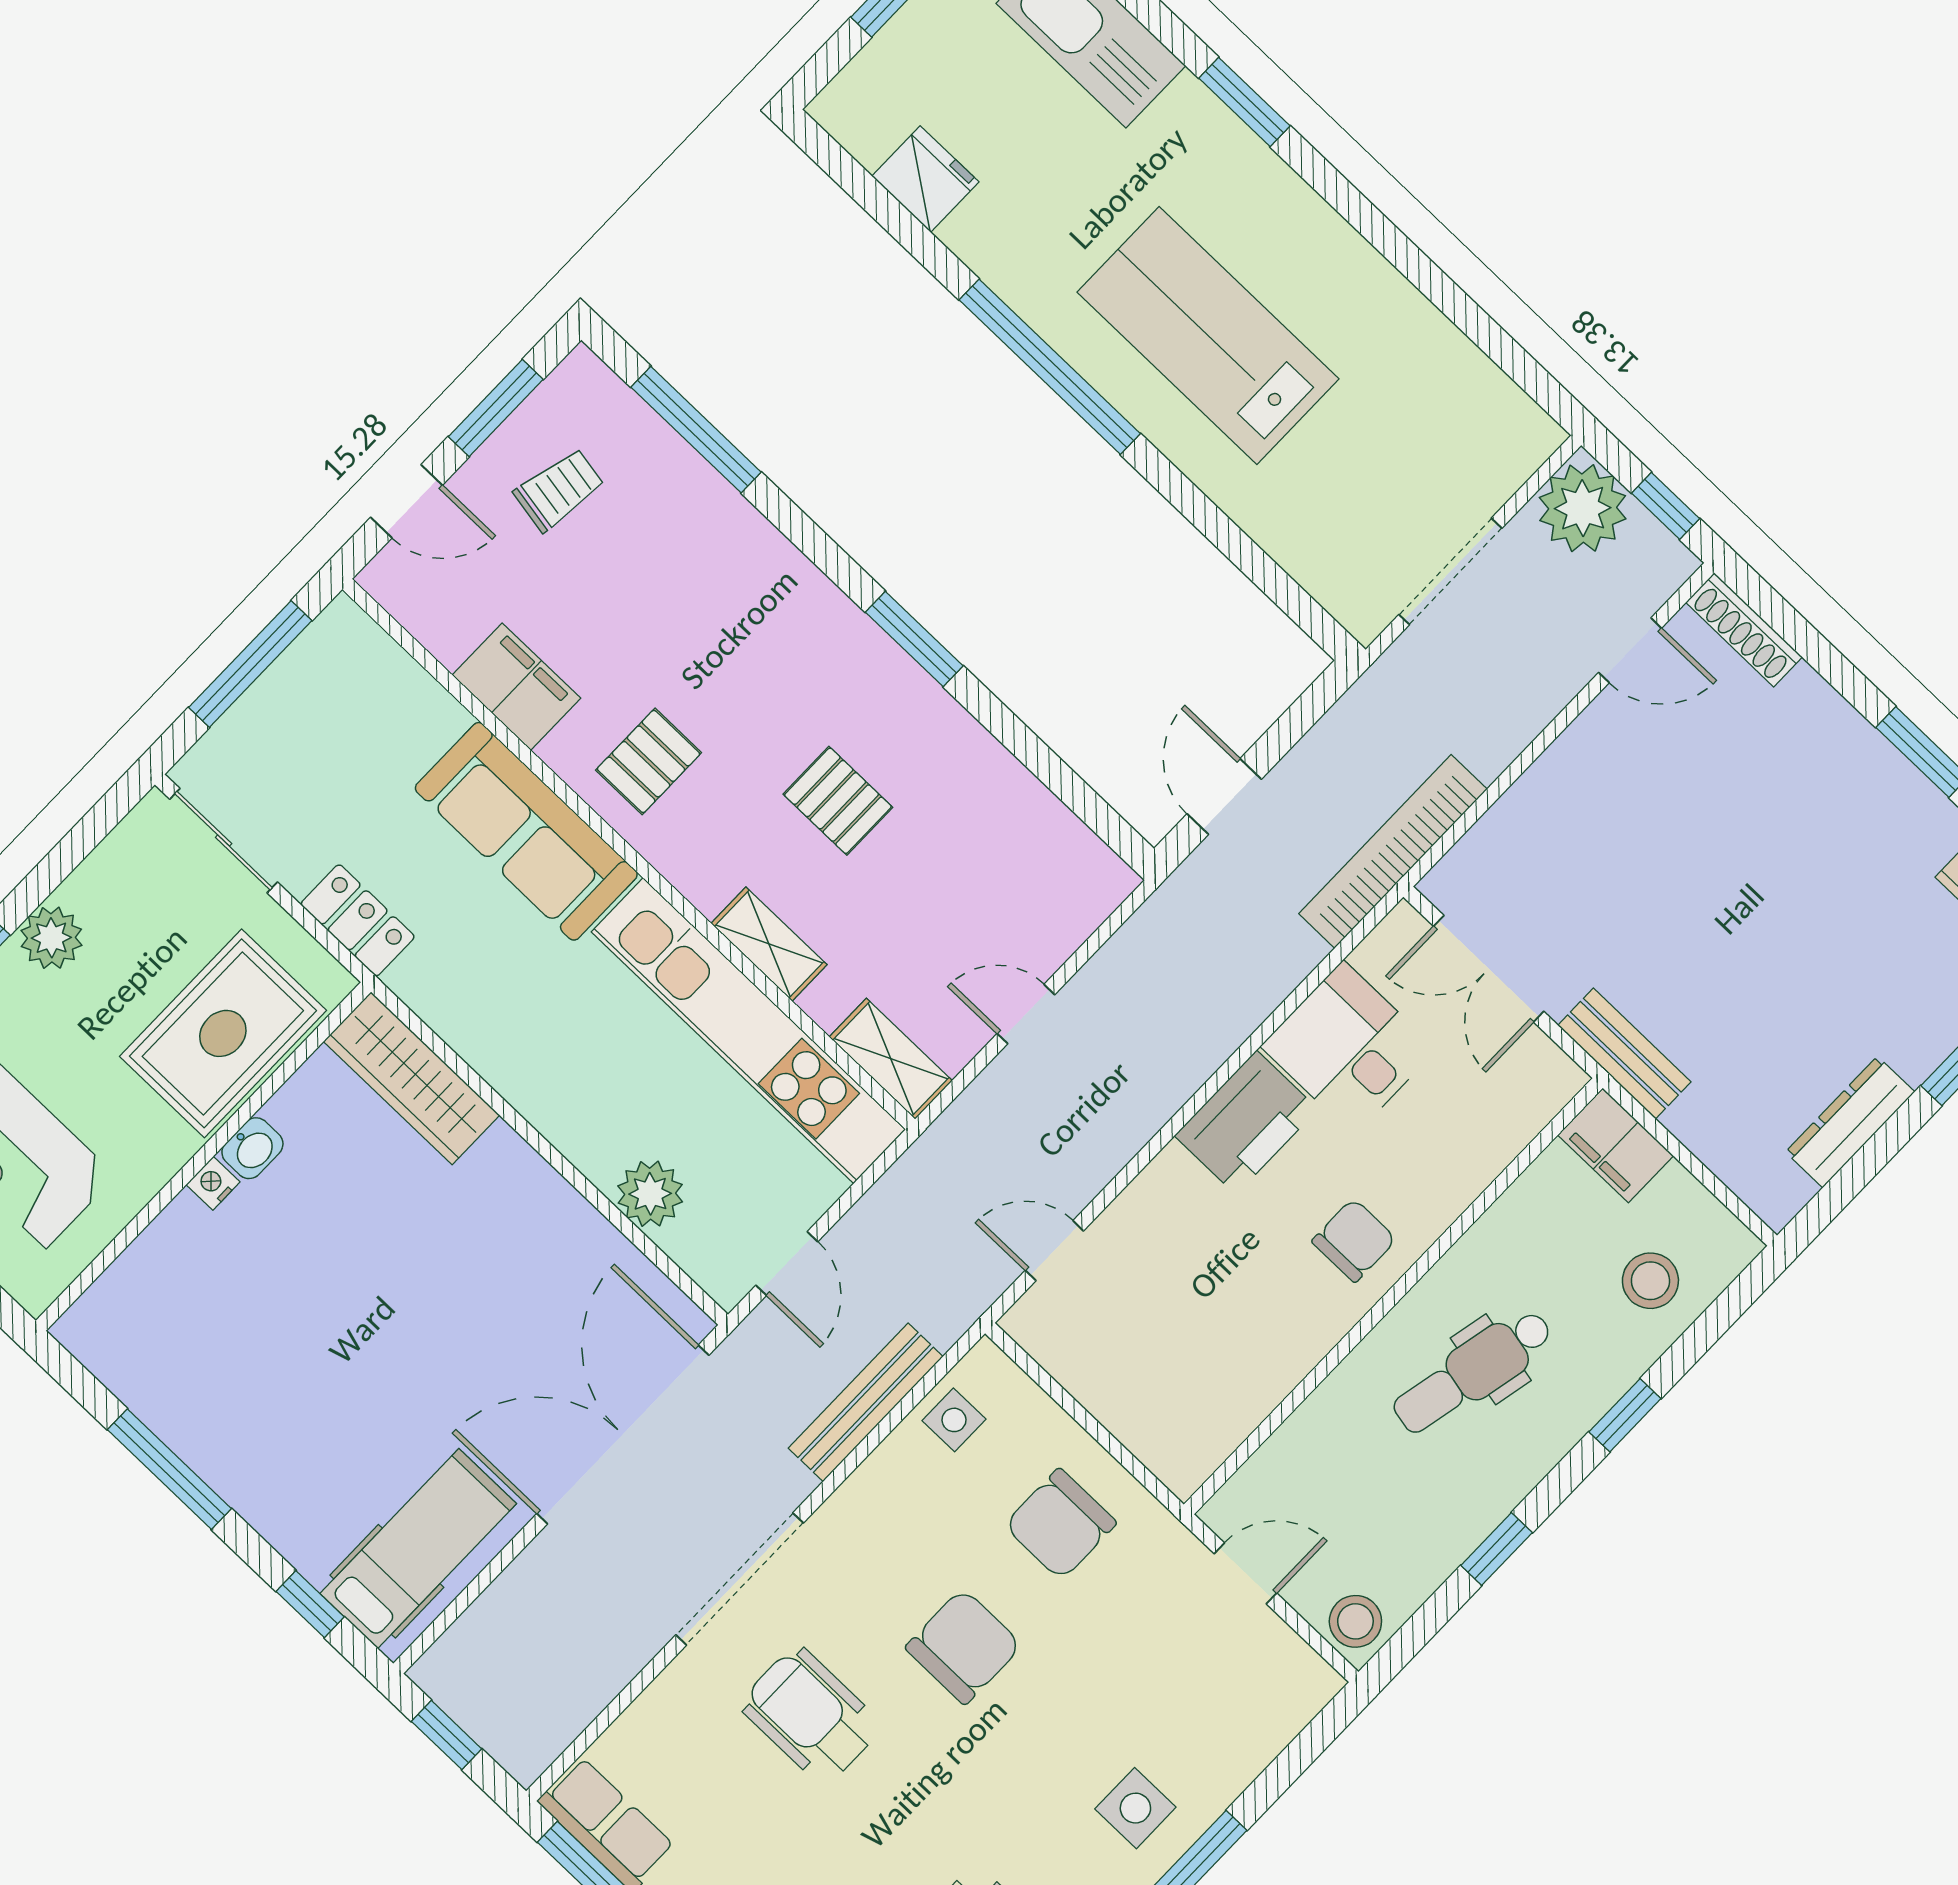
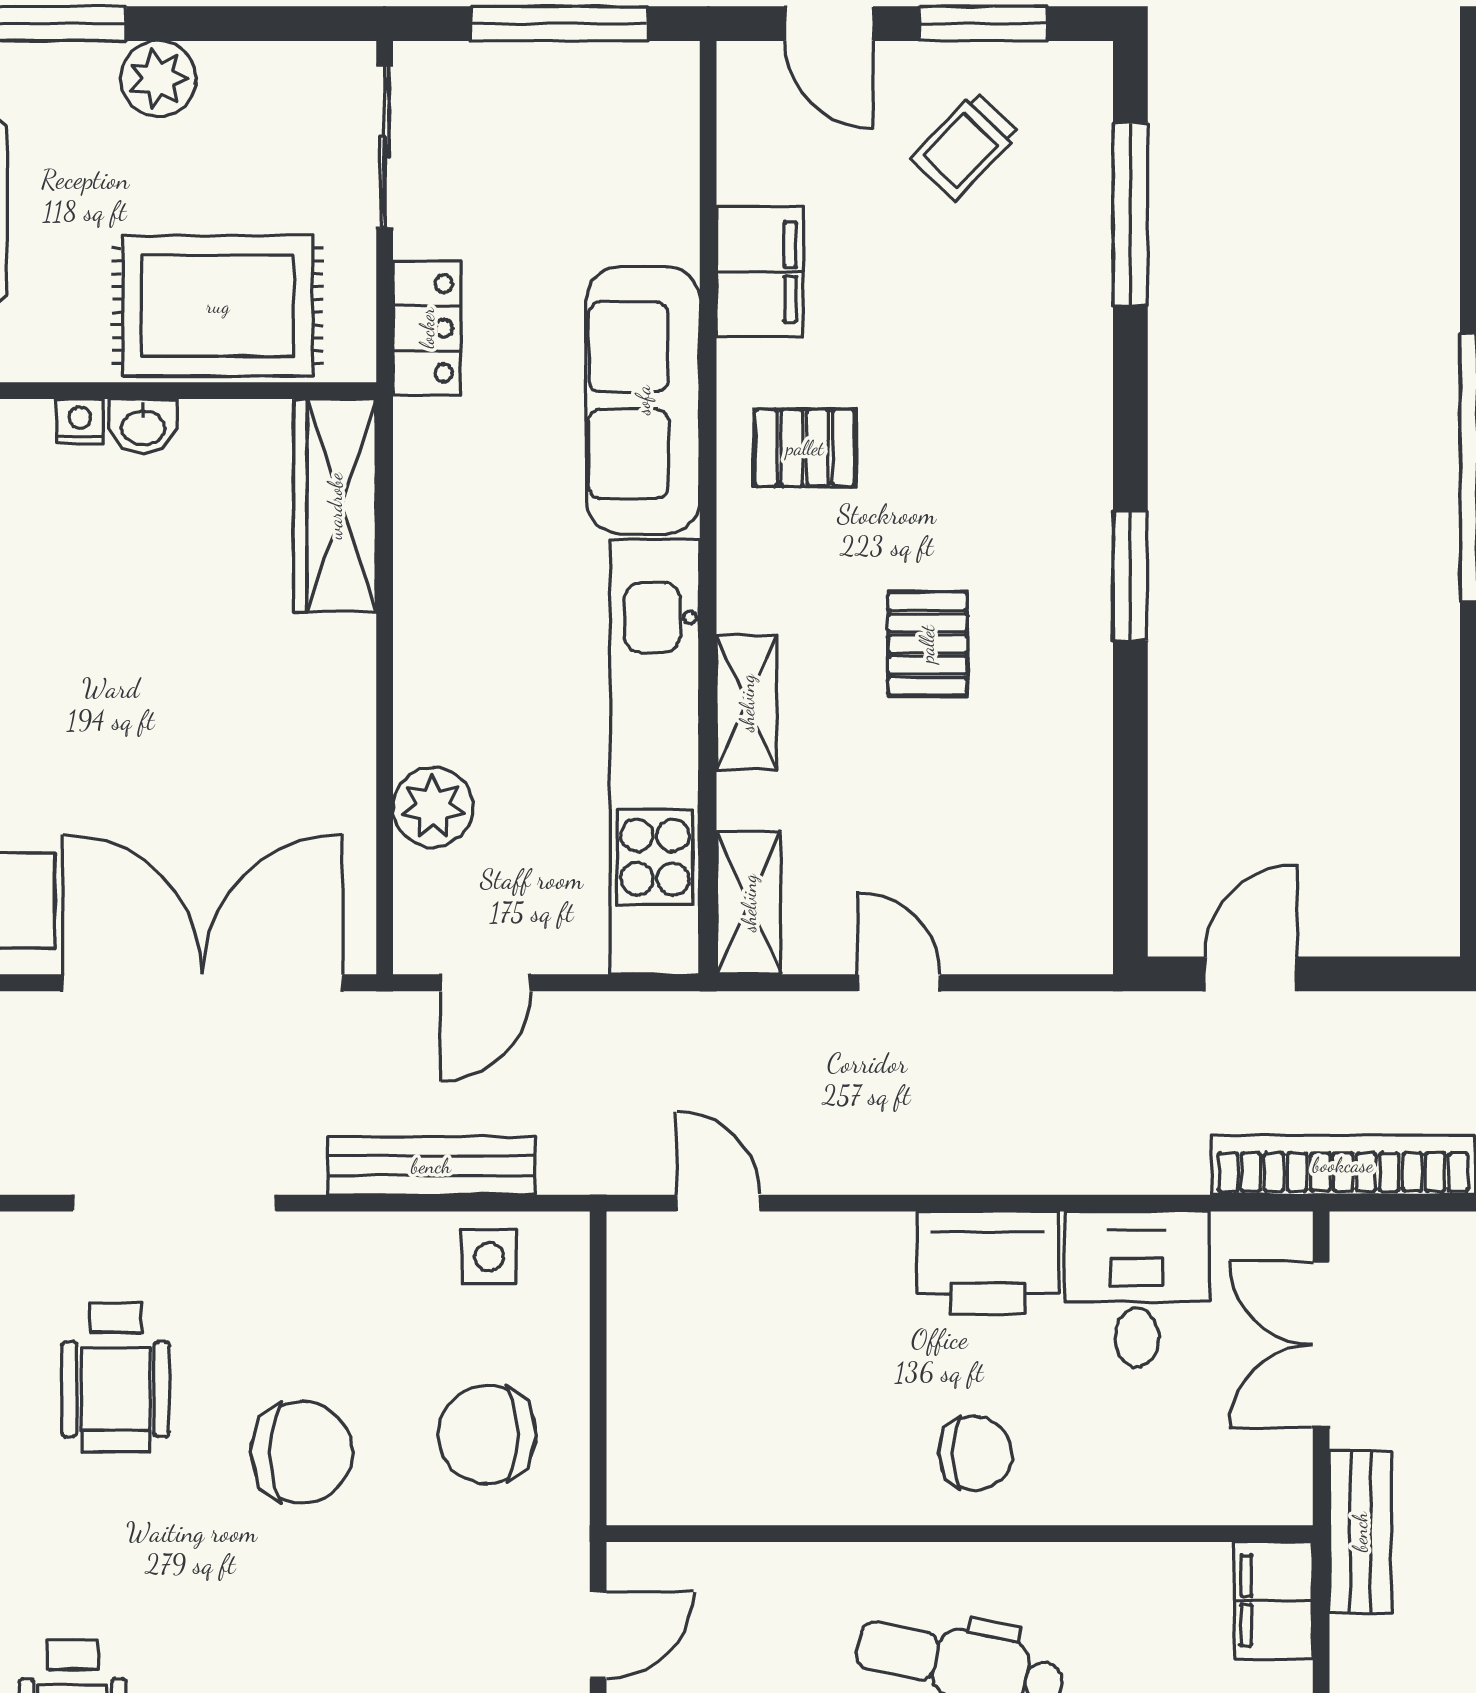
trolley: (559, 490) -> (965, 146), turned 124
door: (1245, 1573) -> (598, 1635), hinge flipped
wheelchair: (811, 1715) -> (115, 1377), turned 180

